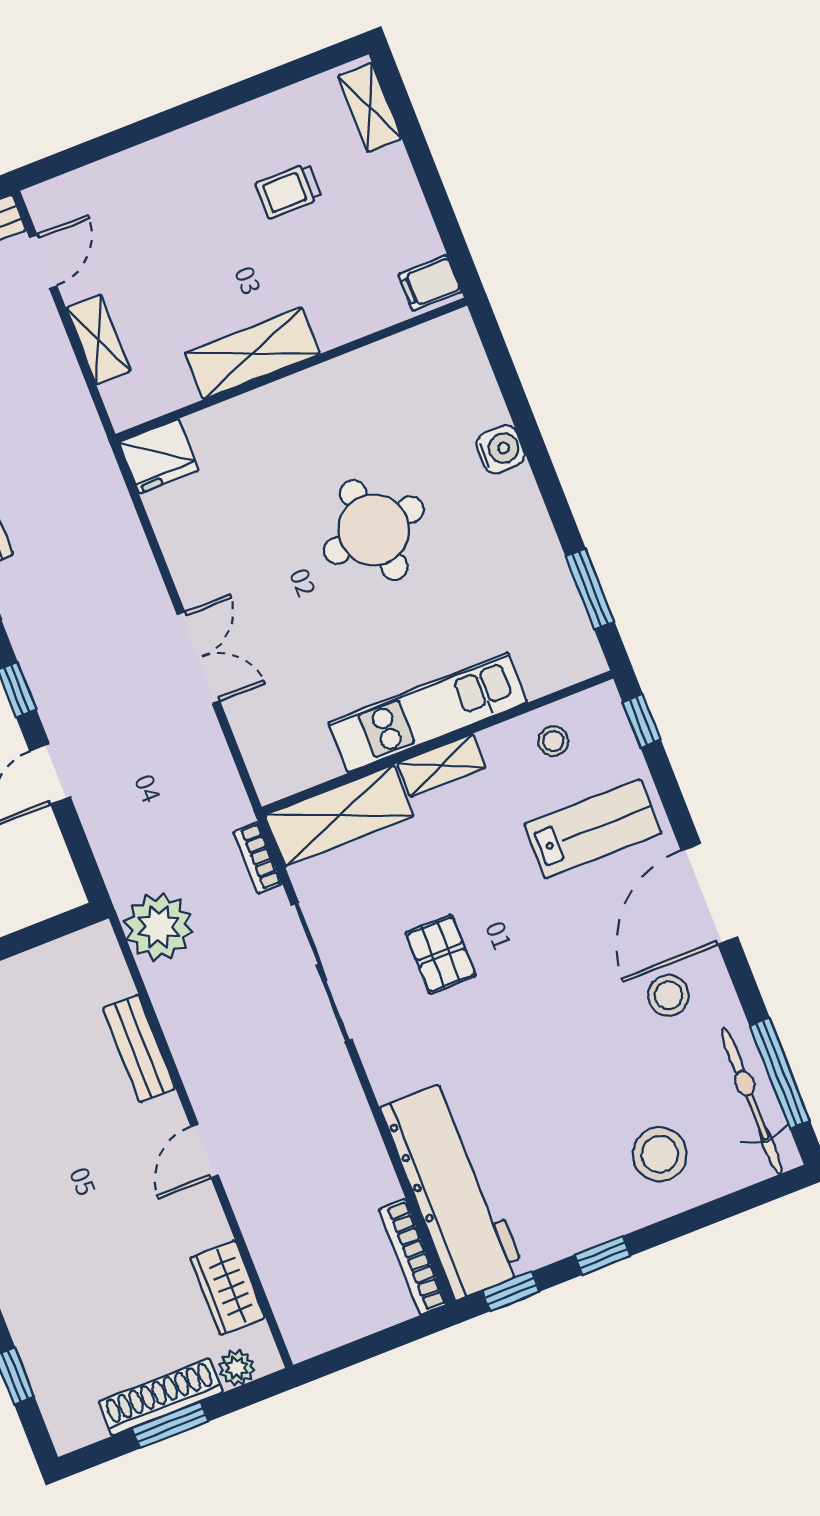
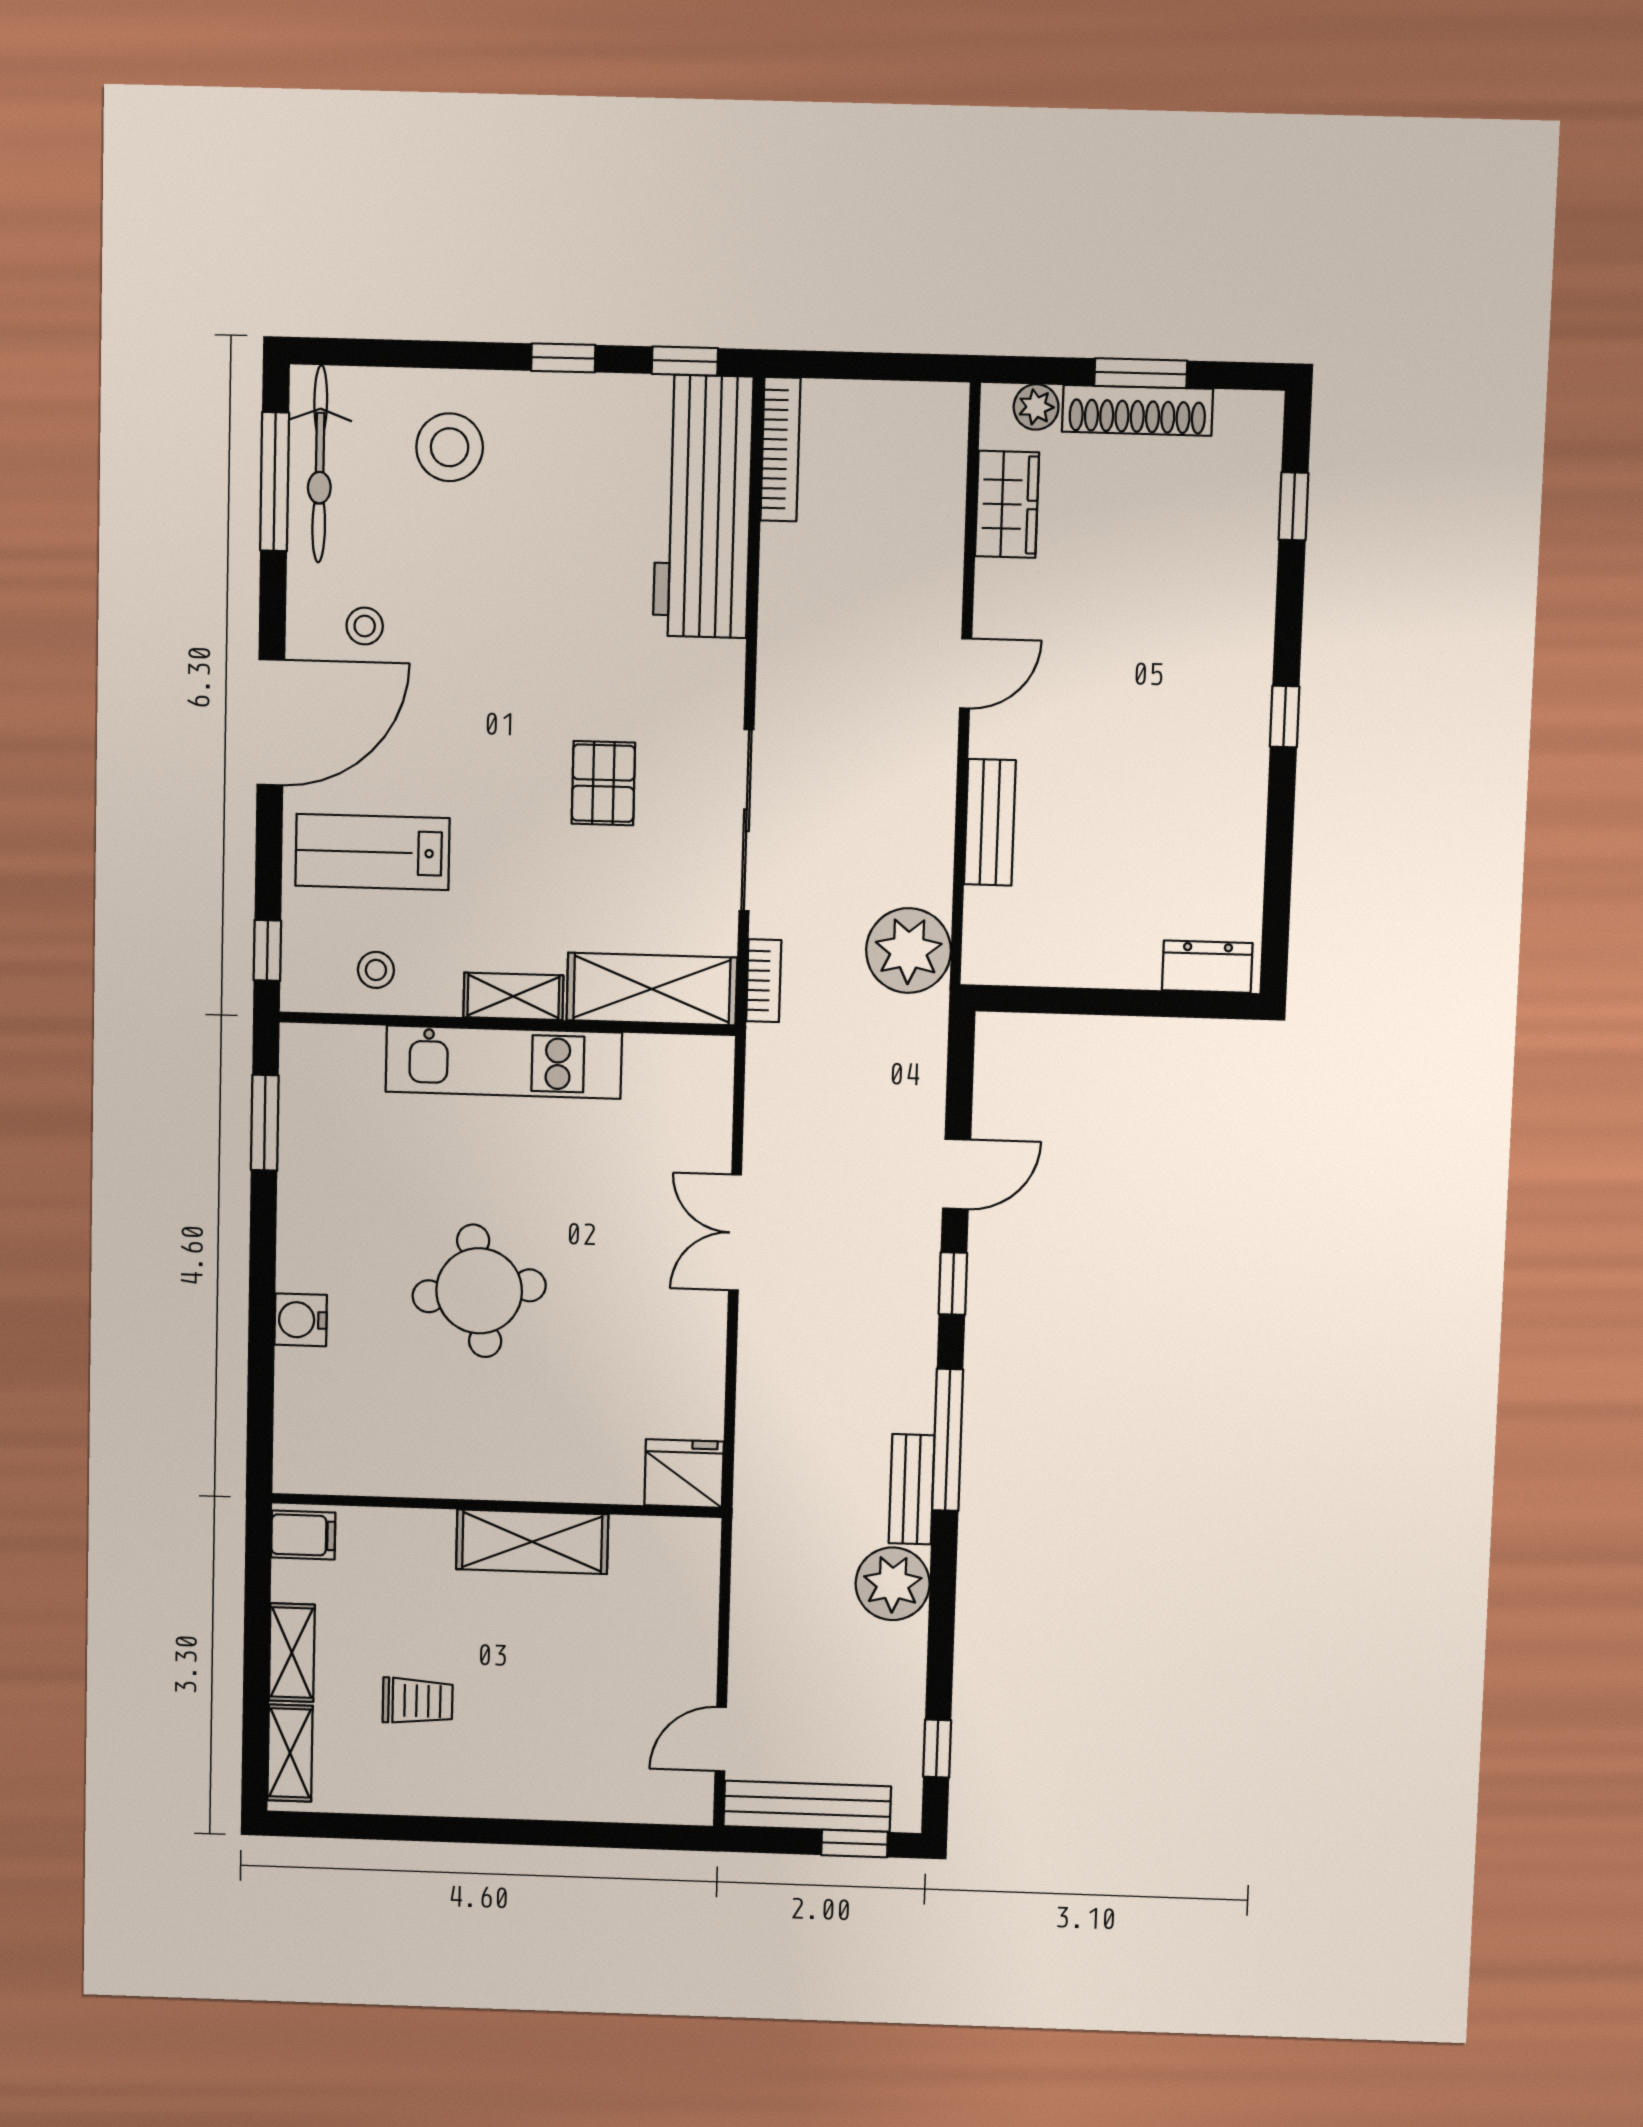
shelving: (98, 339) -> (292, 1653), moved
stool: (668, 995) -> (365, 626), width x0.73, depth x0.73

